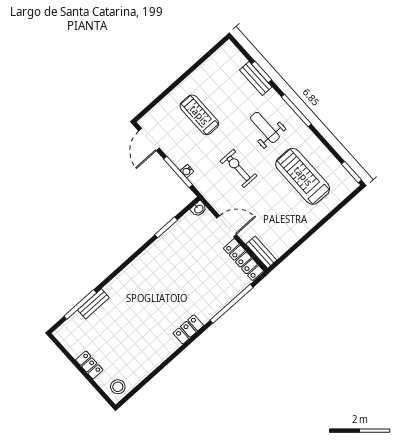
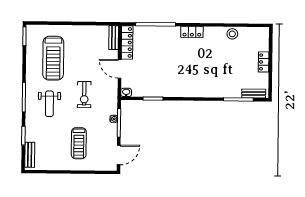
bench: (256, 78) -> (30, 155), moved
bench: (93, 304) -> (254, 93), moved
stool: (118, 387) -> (232, 34), moved

